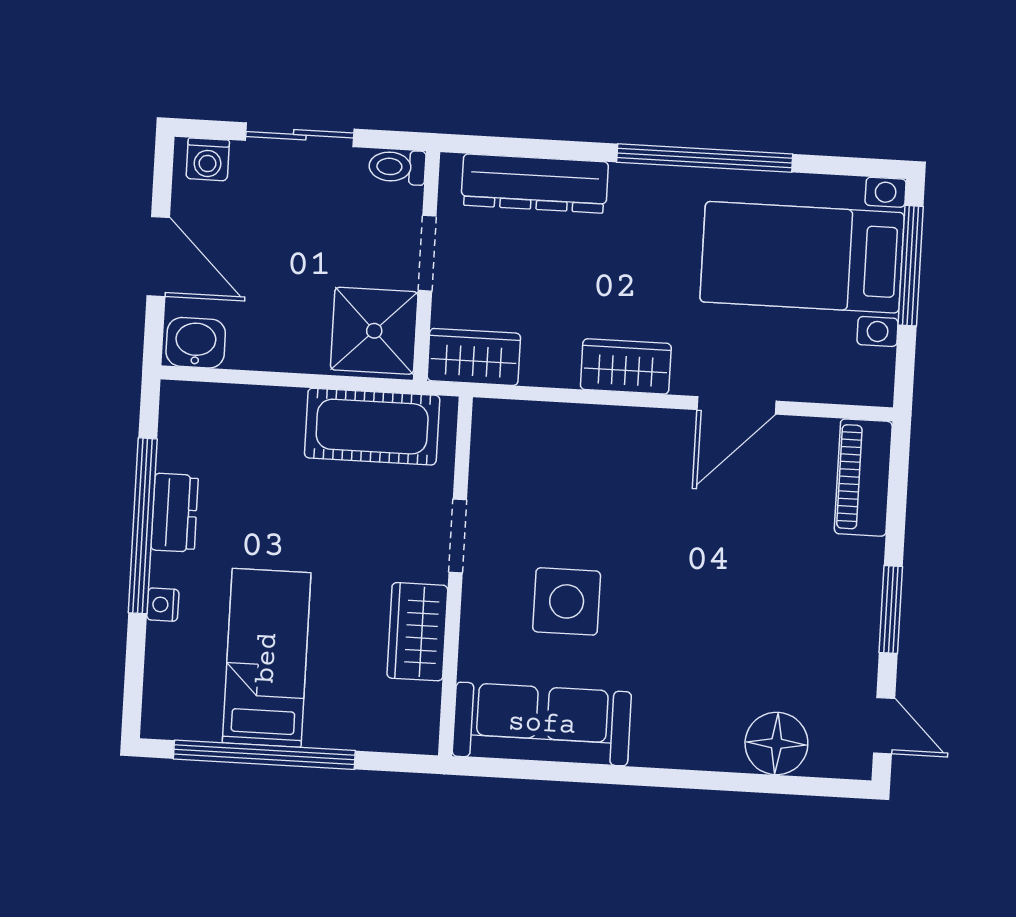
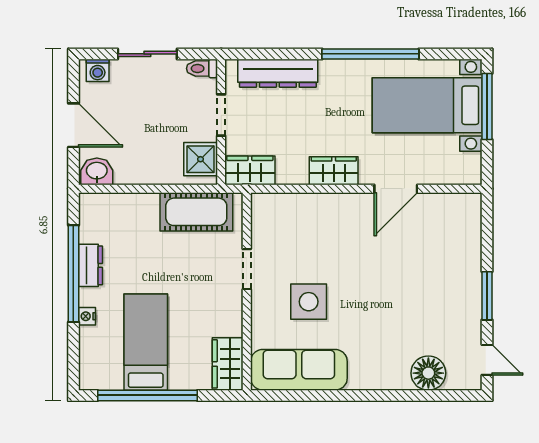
shower: (374, 331) -> (201, 159), width x0.73, depth x0.73
piano: (863, 478) -> (468, 224), removed
wardrobe: (417, 632) -> (228, 364), moved

